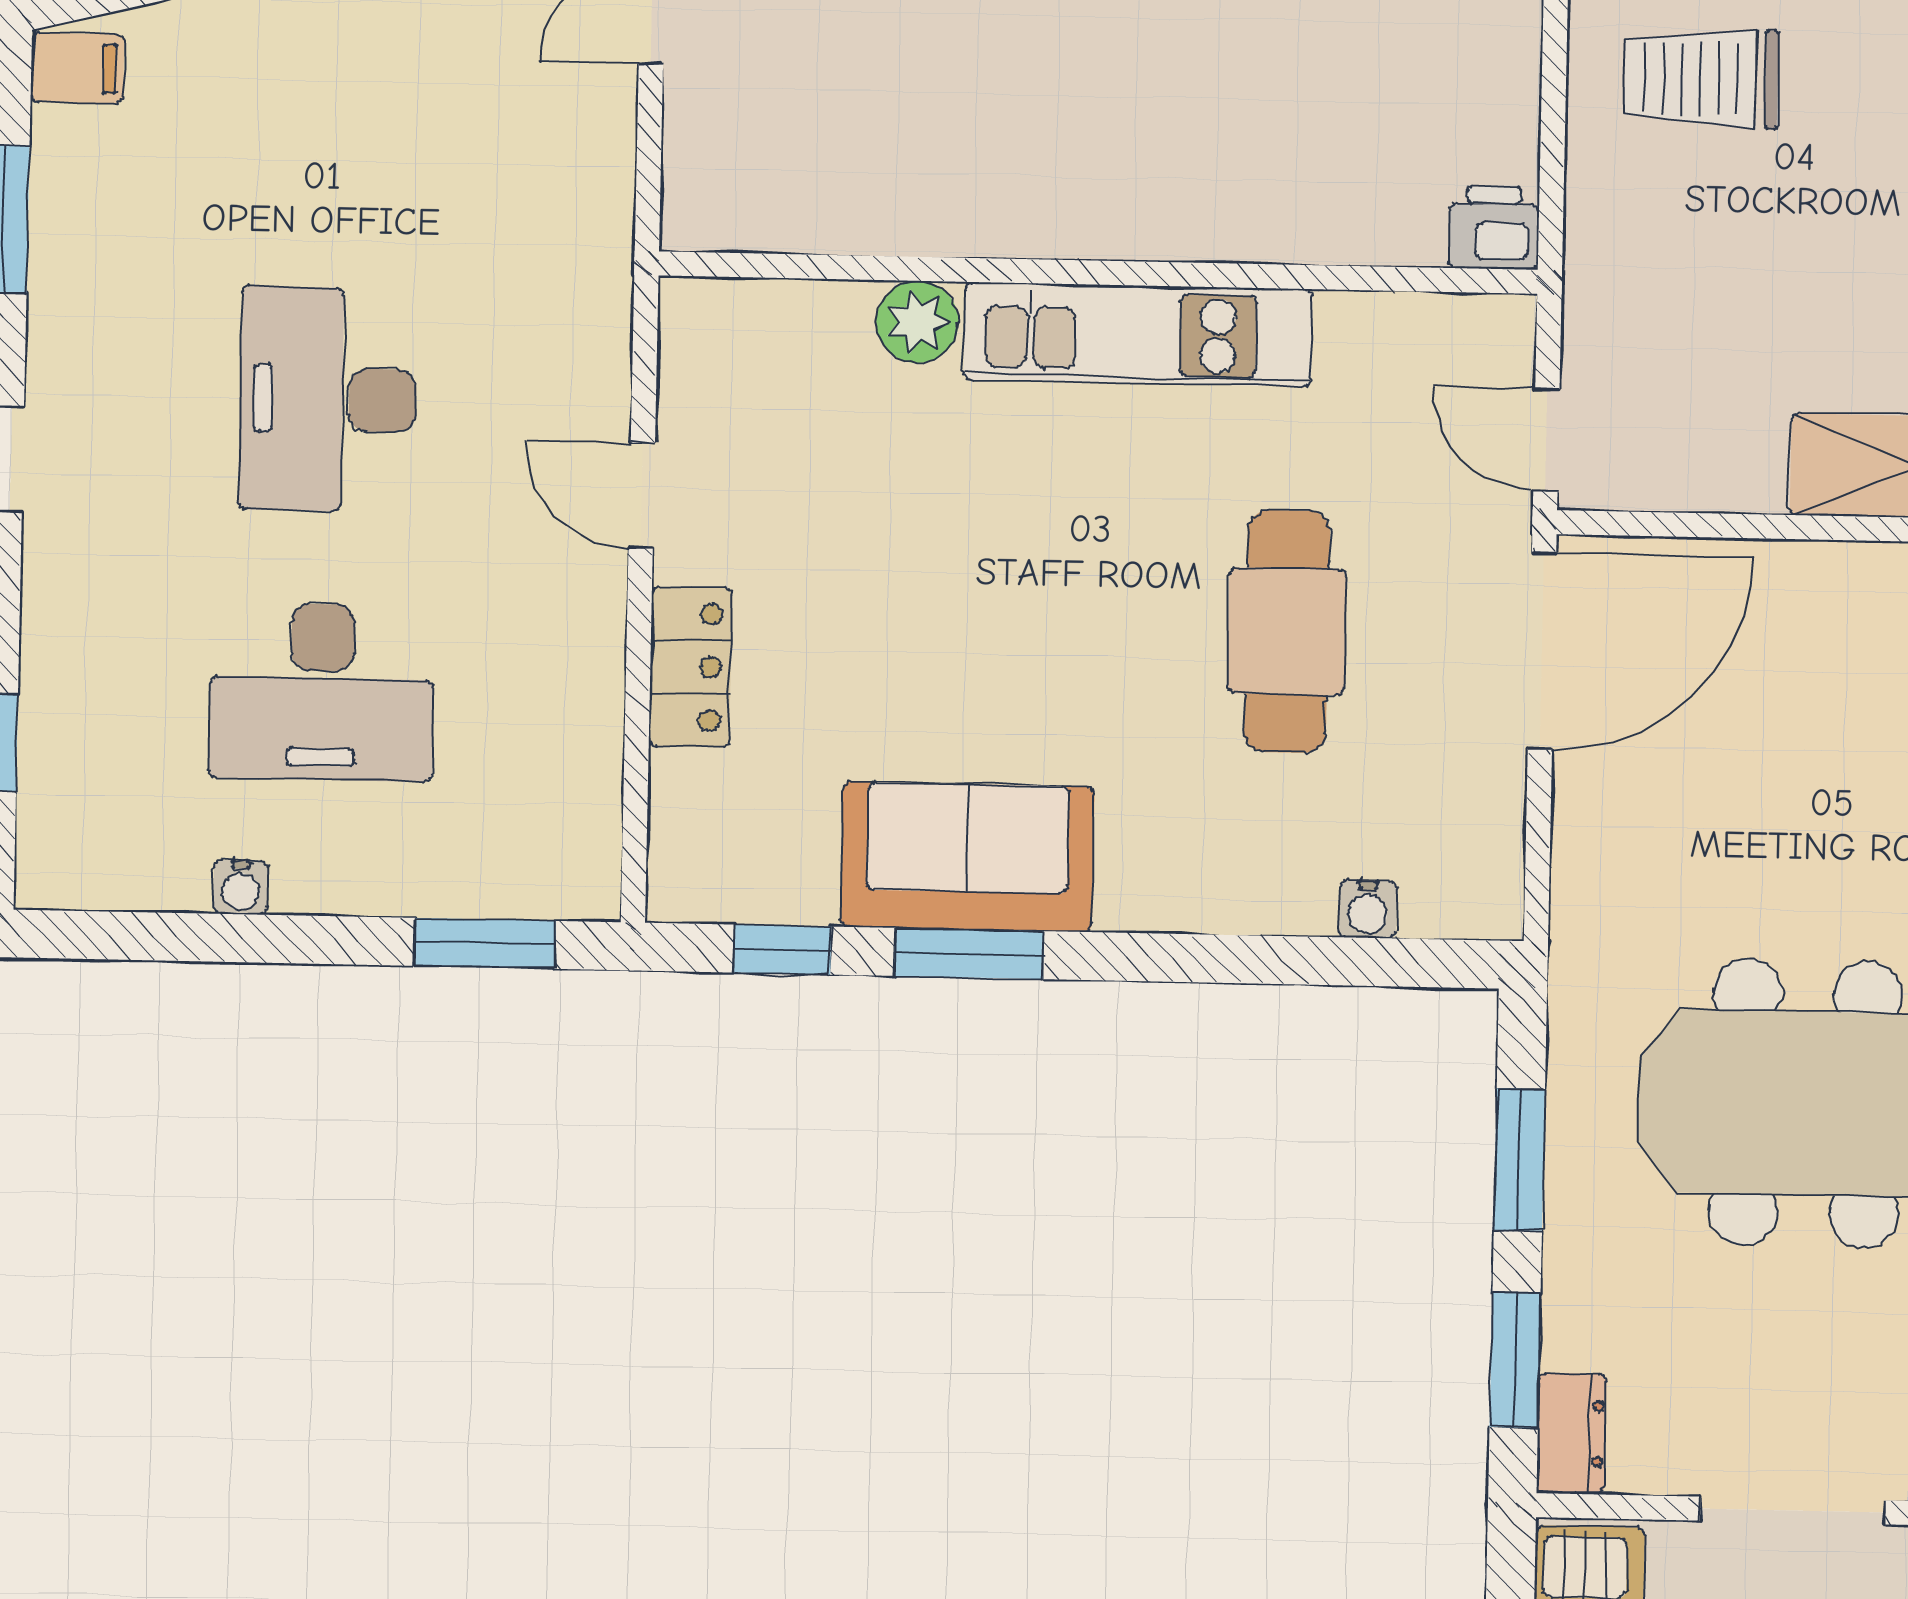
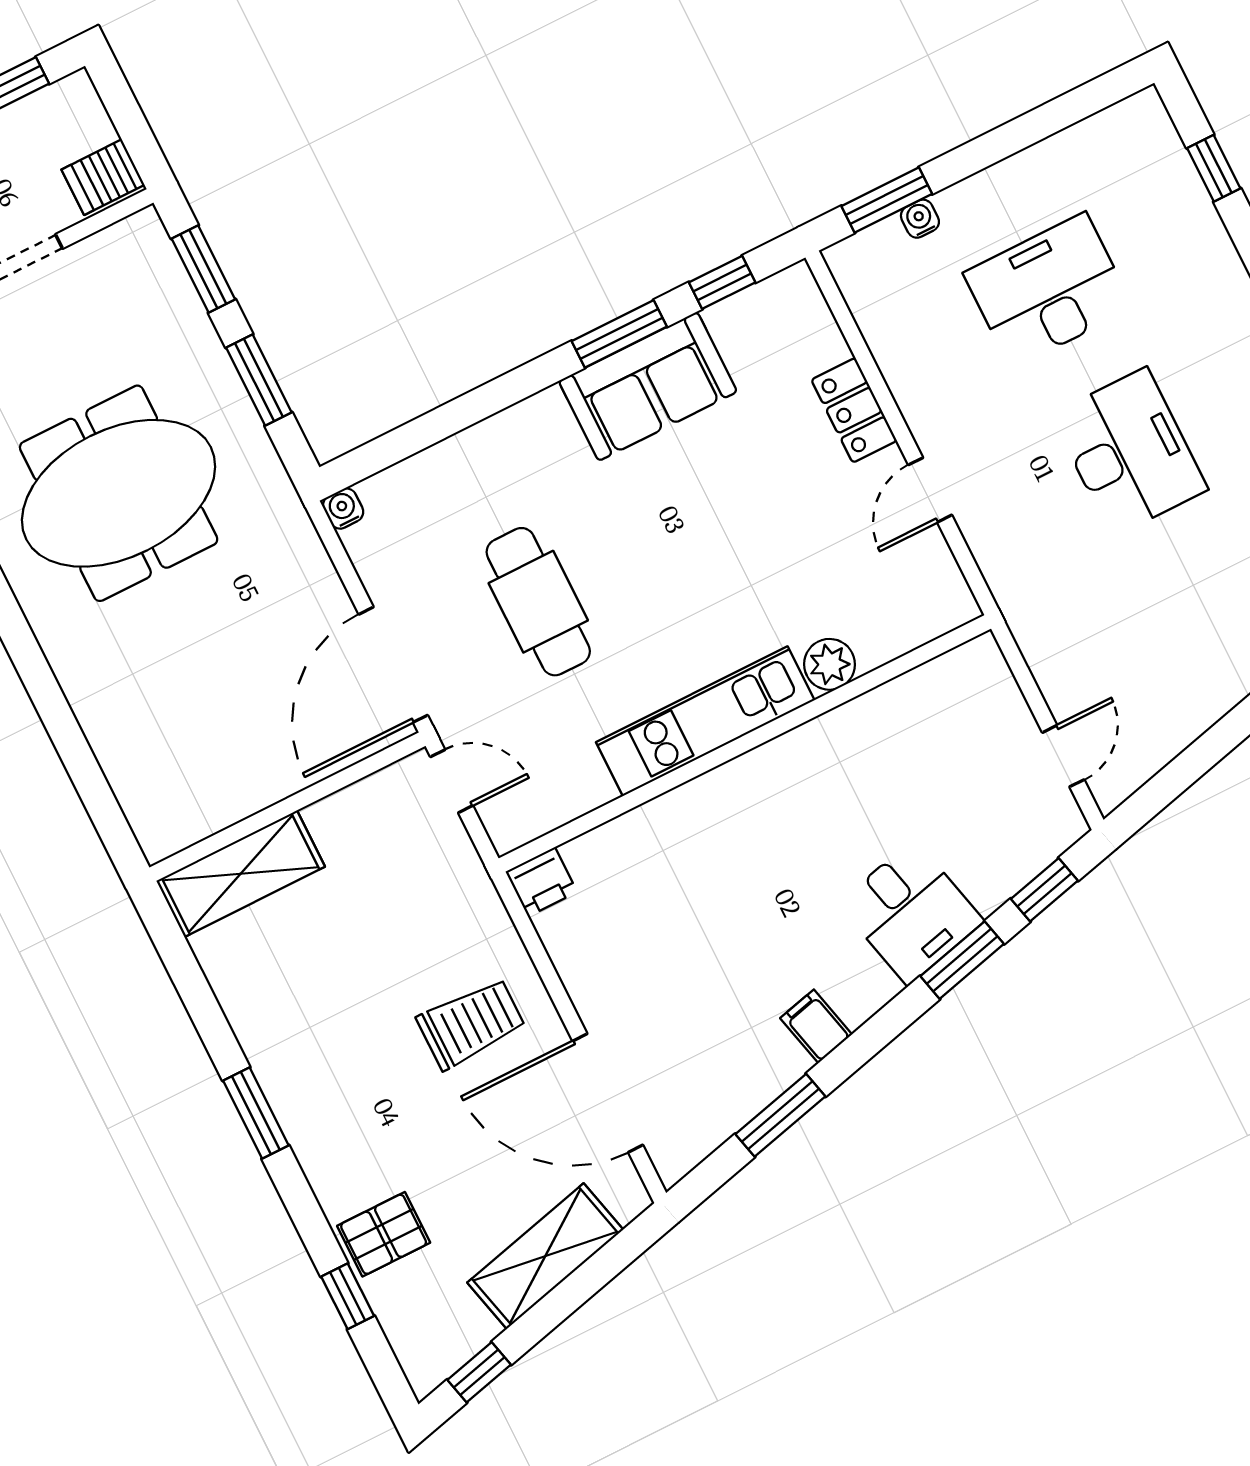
door: (642, 496) -> (930, 490), swing flipped
water cooler: (241, 887) -> (920, 219), moved
water cooler: (1368, 909) -> (343, 509), moved
dresser: (1571, 1434) -> (151, 245), removed

